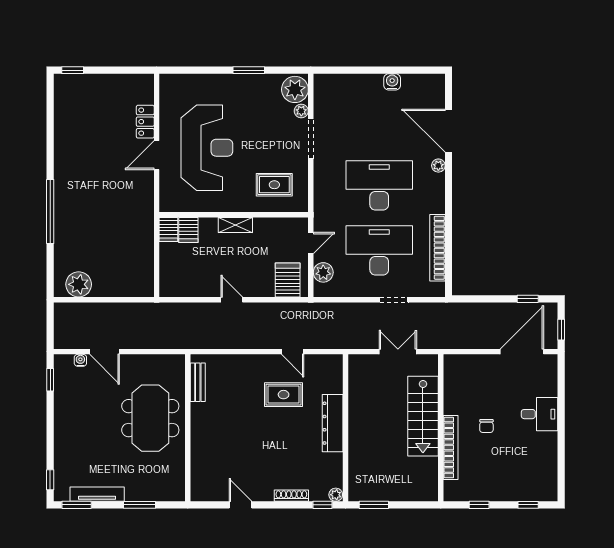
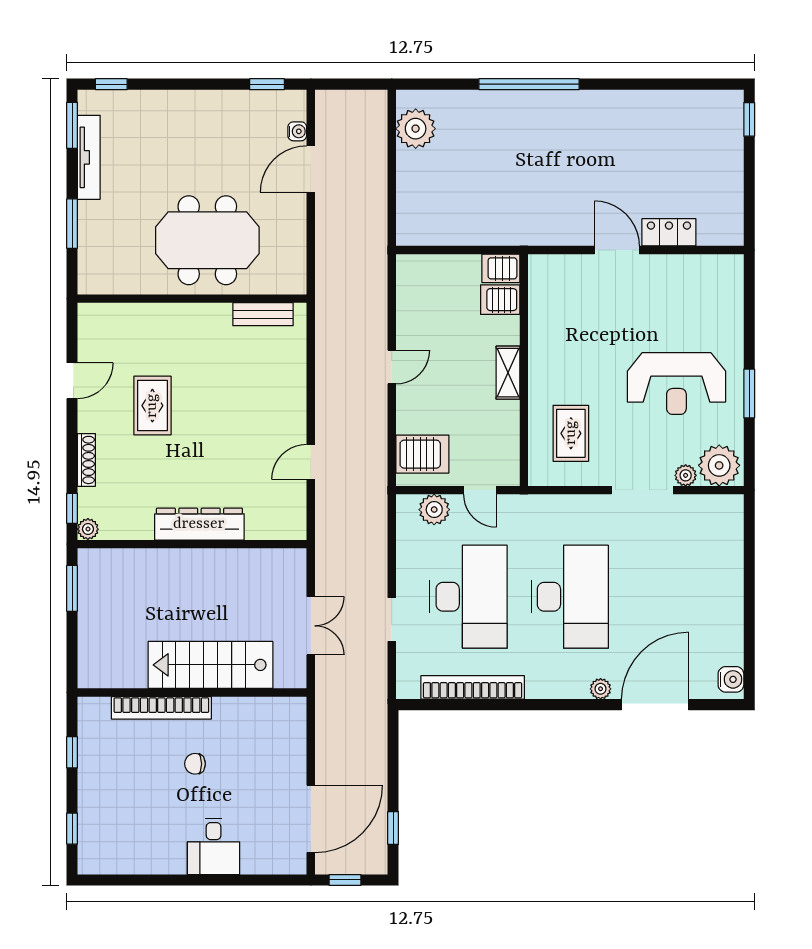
water cooler: (392, 82) -> (731, 679), moved
reception desk: (207, 148) -> (676, 384), moved, width x0.74, depth x0.77
door: (522, 352) -> (311, 819), hinge flipped
rug: (284, 395) -> (152, 406), moved

